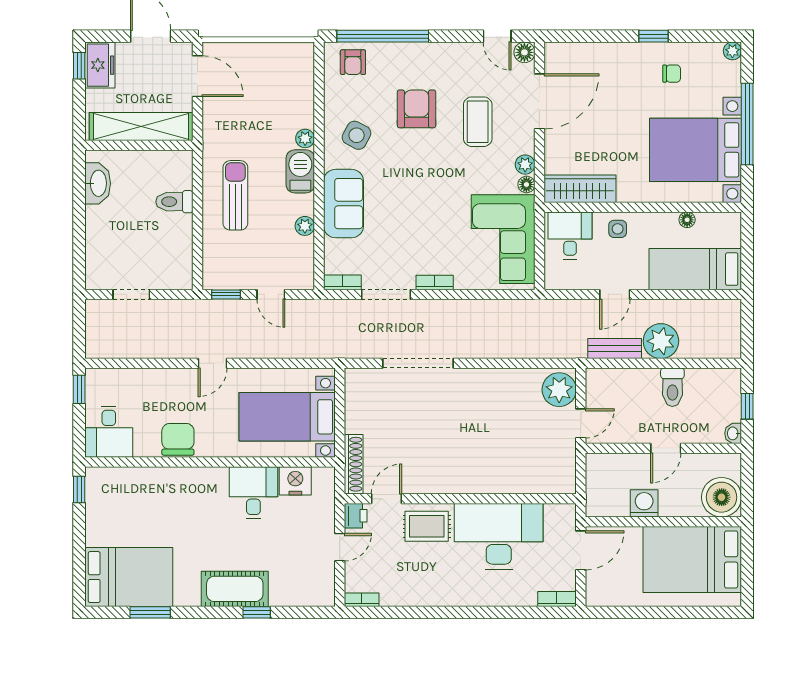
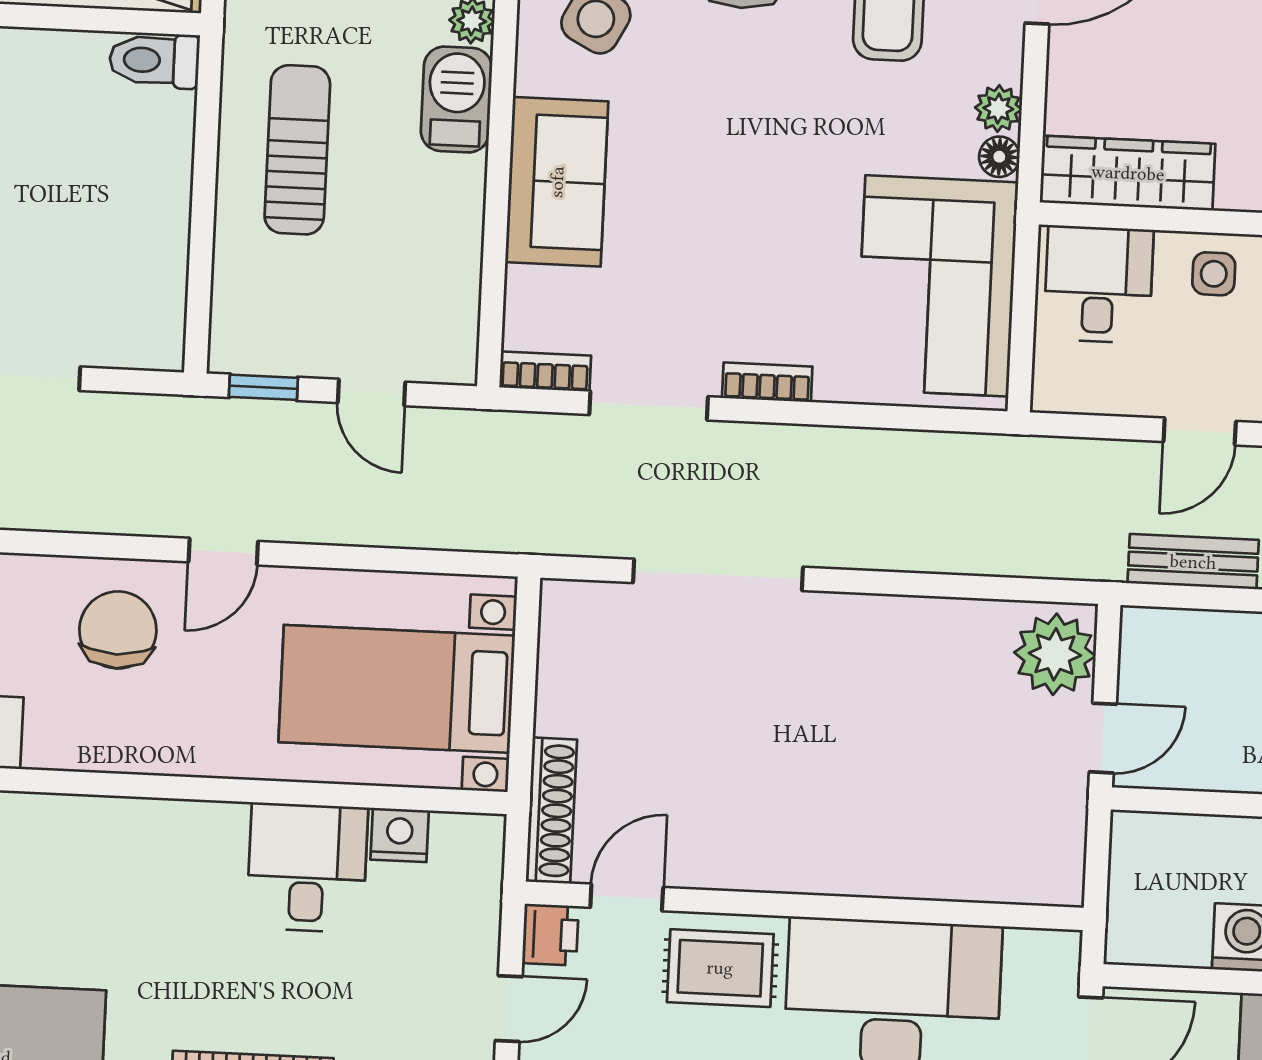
toilet: (174, 202) -> (154, 60), moved
plant: (305, 226) -> (461, 231), removed
chair: (178, 439) -> (118, 630), moved
nightstand: (295, 481) -> (400, 835), width x0.74, depth x0.75

